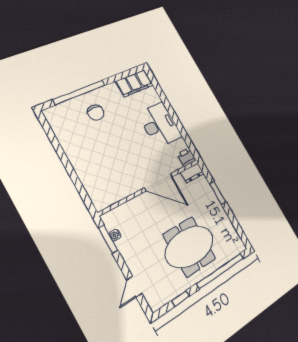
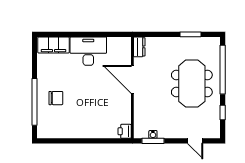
filing cabinet: (134, 83) -> (53, 45), moved, turned 90
printer: (186, 157) -> (125, 131), moved
door: (158, 182) -> (132, 79), swing flipped
window: (218, 193) -> (191, 34), moved

